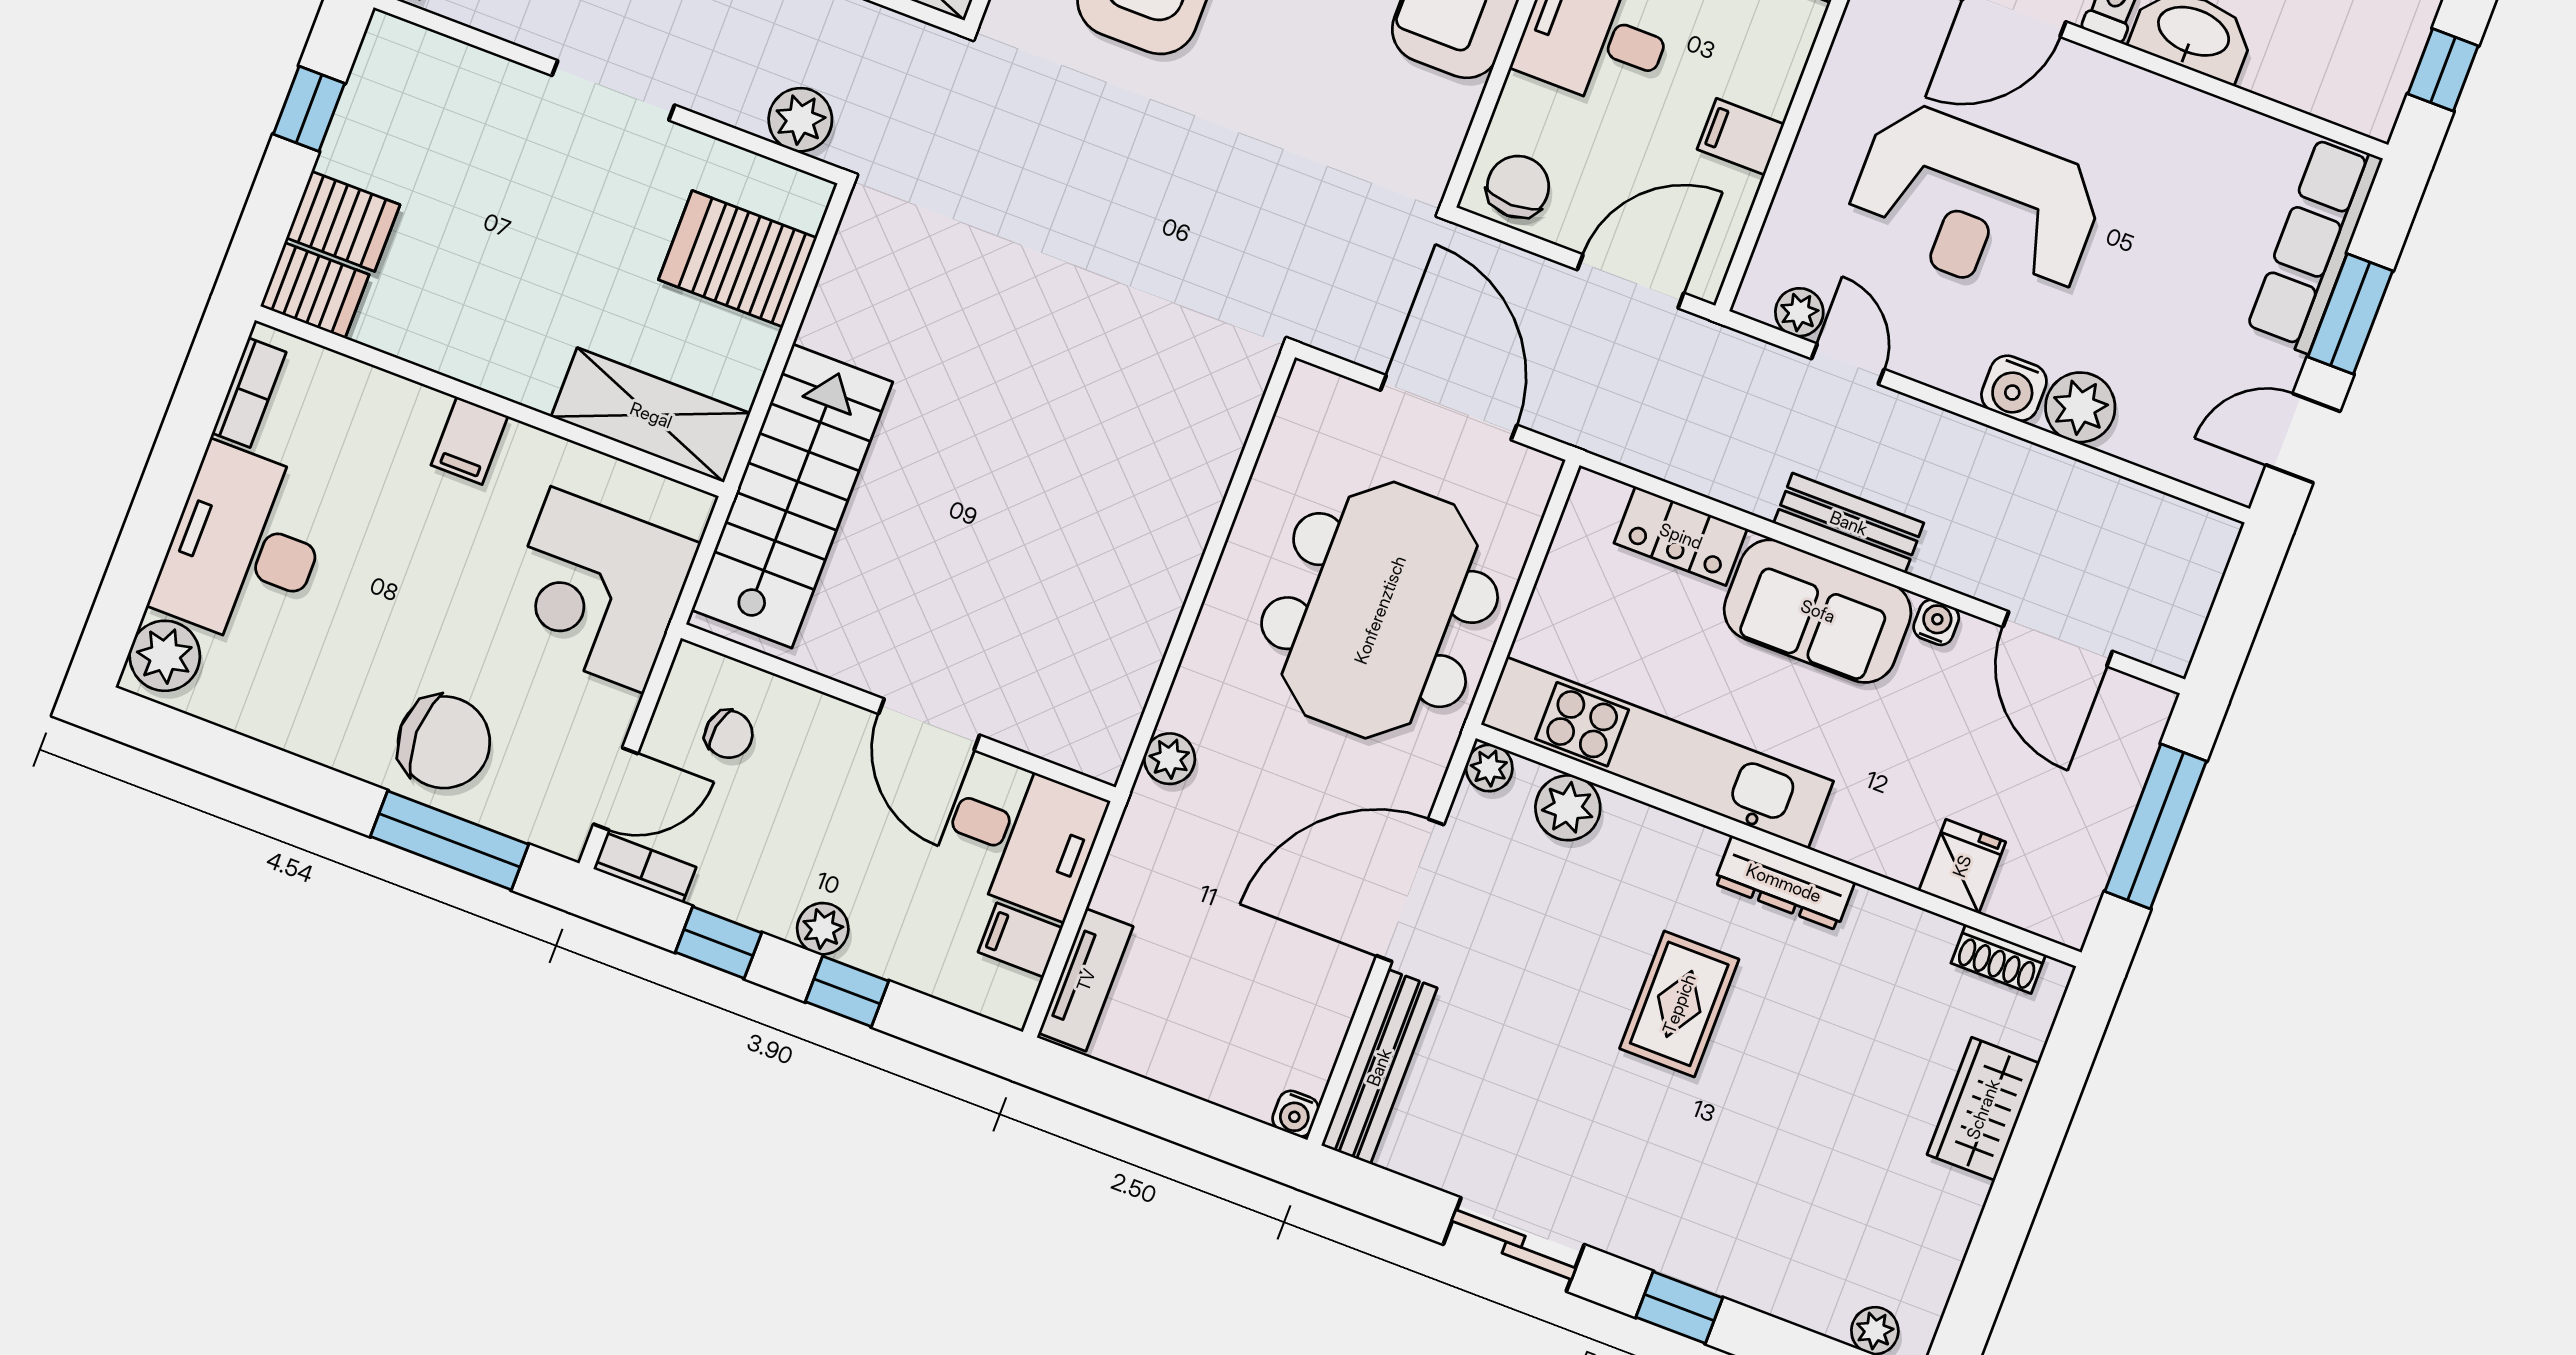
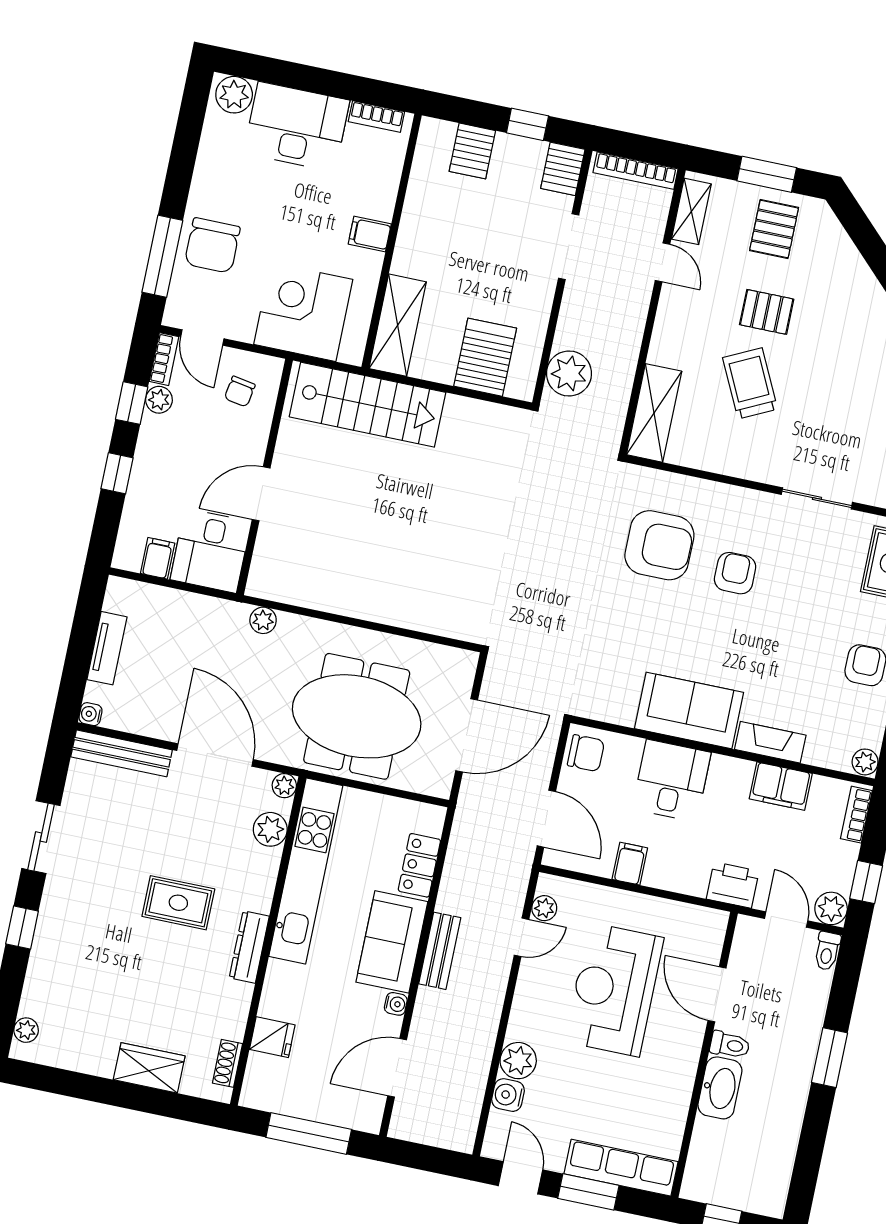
doorway: (613, 90) -> (569, 247), moved
plant: (800, 120) -> (569, 373), width x1.36, depth x1.36
server rack: (315, 290) -> (563, 169), moved
water cooler: (2014, 388) -> (508, 1095), moved
plant: (823, 929) -> (159, 400), moved
tv unit: (1086, 980) -> (107, 648), moved, turned -90

